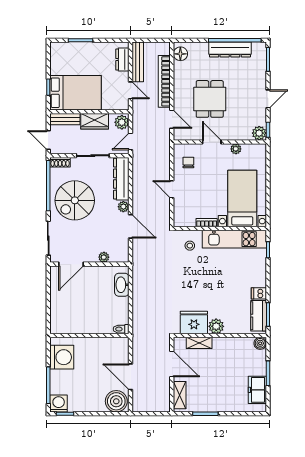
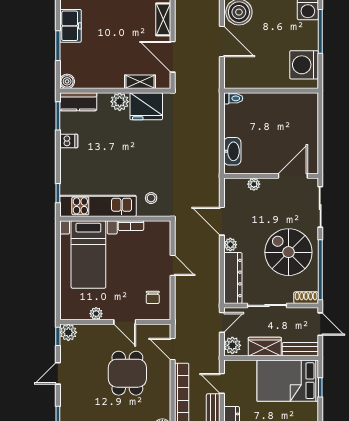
spiral stairs: (75, 200) -> (288, 252), turned -90
kitchen counter: (259, 316) -> (78, 102), moved, turned 90

